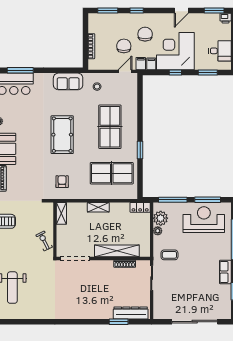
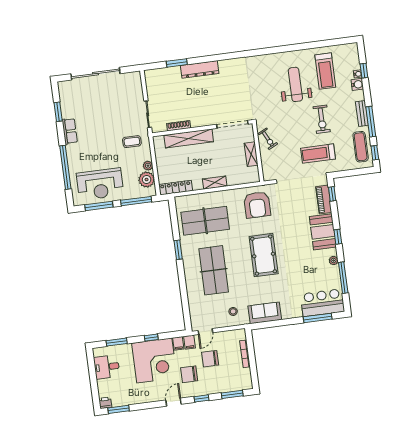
door: (181, 10) -> (173, 402), moved
chair: (145, 34) -> (189, 374), turned 90
chair: (124, 46) -> (210, 359), turned 90
armchair: (62, 182) -> (257, 205), width x1.88, depth x1.88
locker: (140, 207) -> (176, 188), width x1.53
shelving: (61, 213) -> (251, 154), moved
dresser: (131, 313) -> (200, 69), moved

